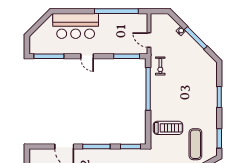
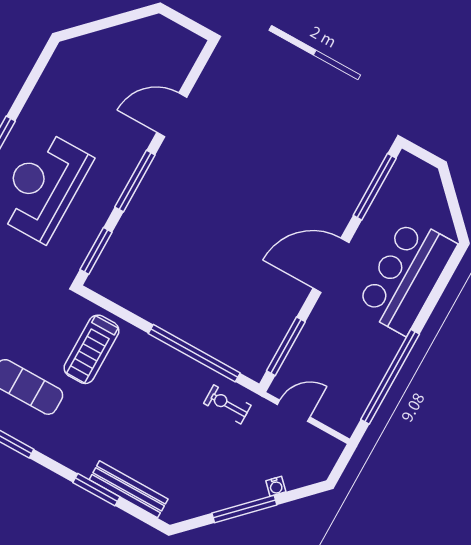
door: (87, 56) -> (331, 265), width x1.88
bench: (212, 85) -> (129, 489), added

